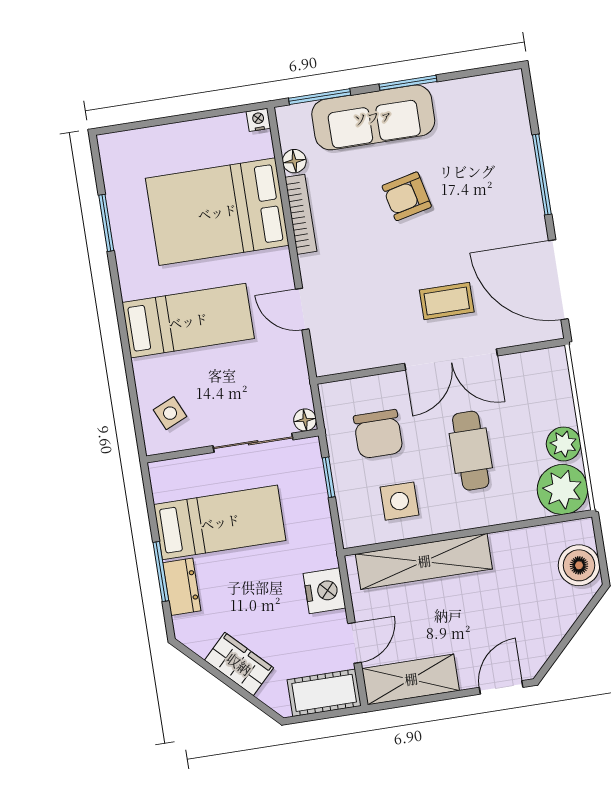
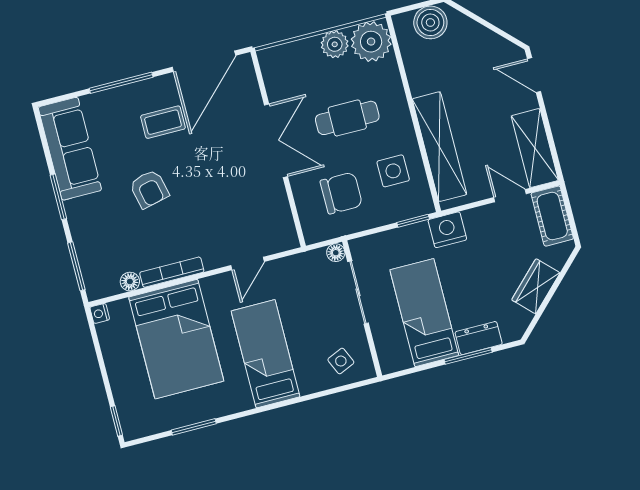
sofa: (373, 117) -> (70, 149), moved
window: (123, 127) -> (116, 421), added
coffee table: (447, 301) -> (163, 122), moved, turned 90
window: (329, 477) -> (413, 221), moved
nightstand: (324, 591) -> (447, 230), moved

